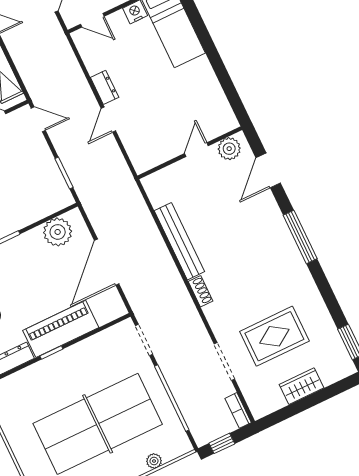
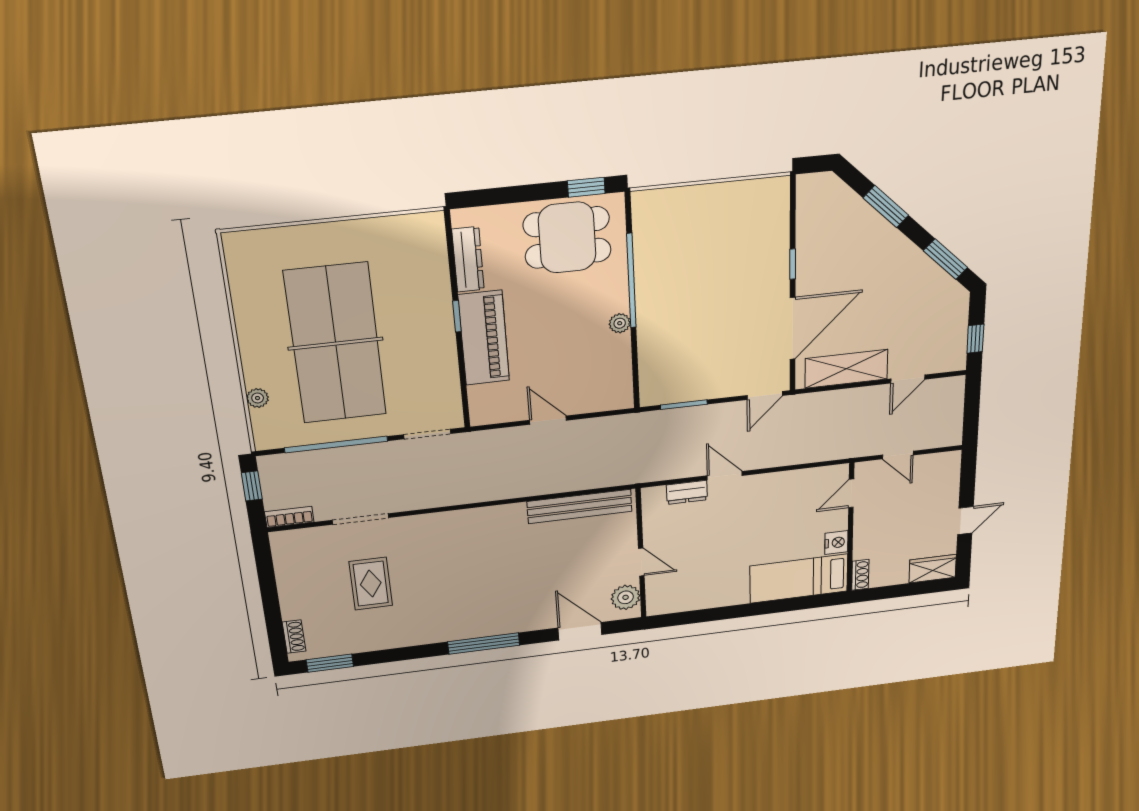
dresser: (105, 87) -> (687, 492), moved
plant: (58, 232) -> (620, 323), moved, width x0.53, depth x0.53
bench: (179, 241) -> (580, 506), moved
door: (107, 262) -> (548, 420), width x0.53
shoe rack: (200, 291) -> (294, 637), moved, turned -90
rug: (274, 336) -> (371, 584), width x0.73, depth x0.70
wardrobe: (302, 386) -> (294, 596), removed

